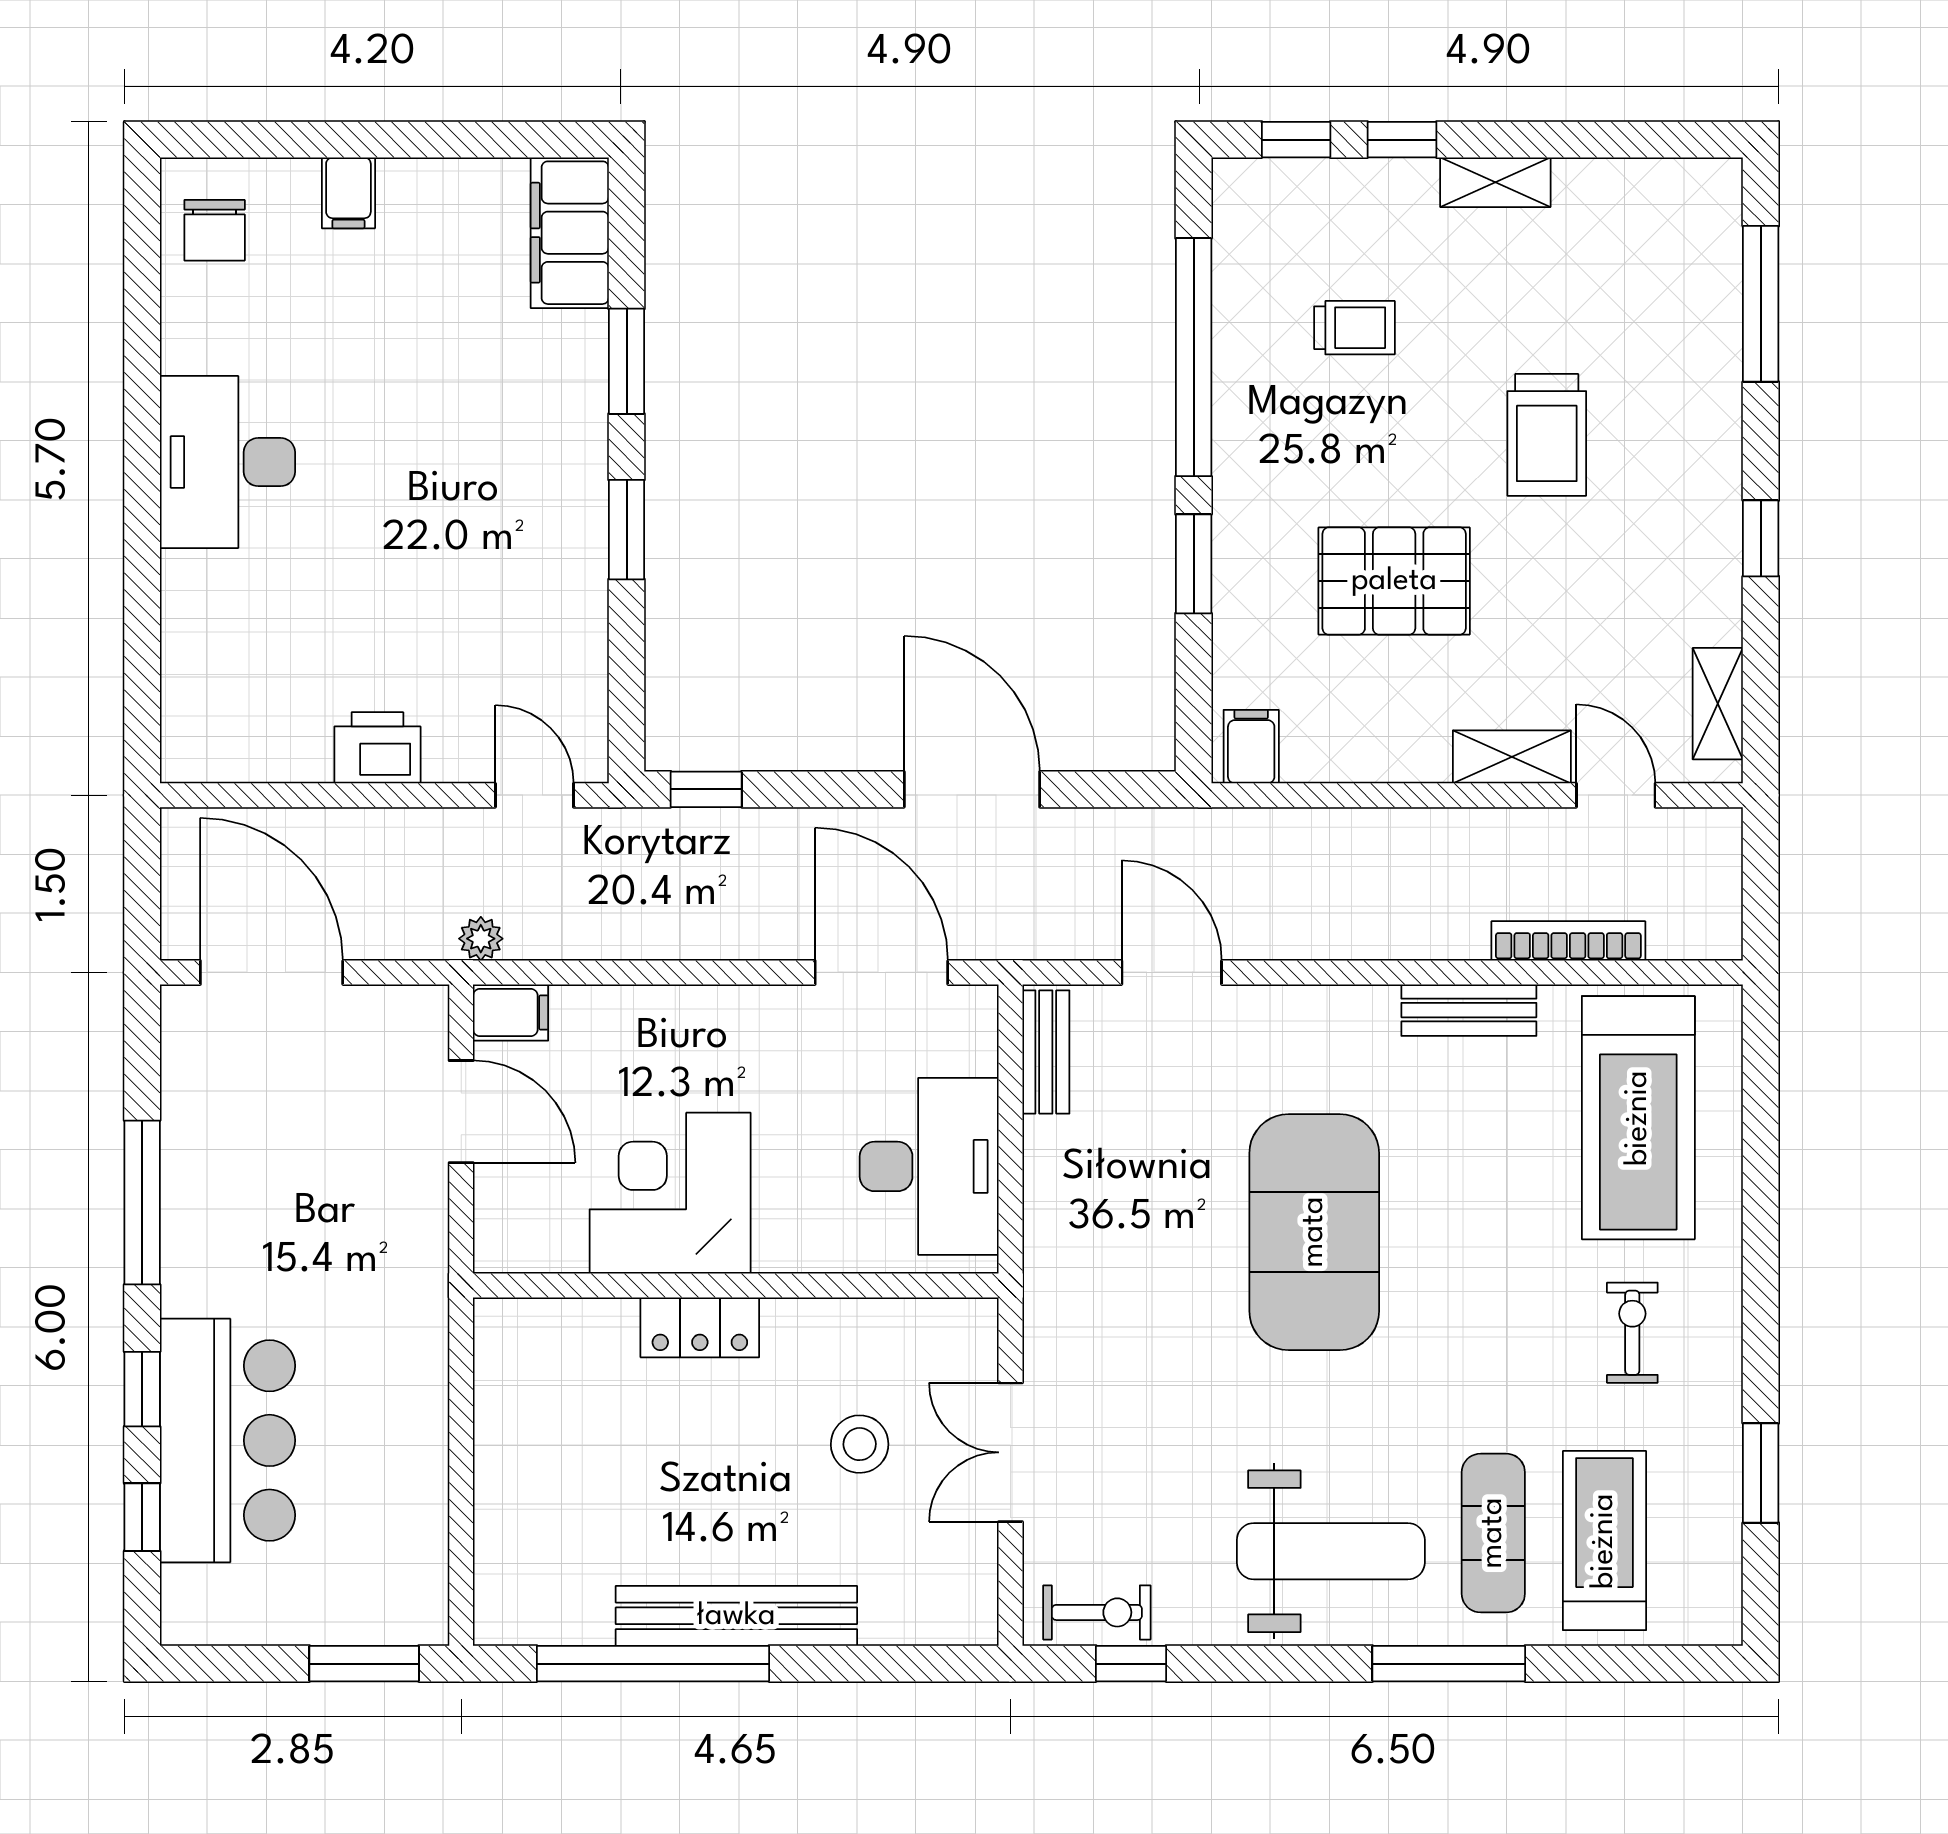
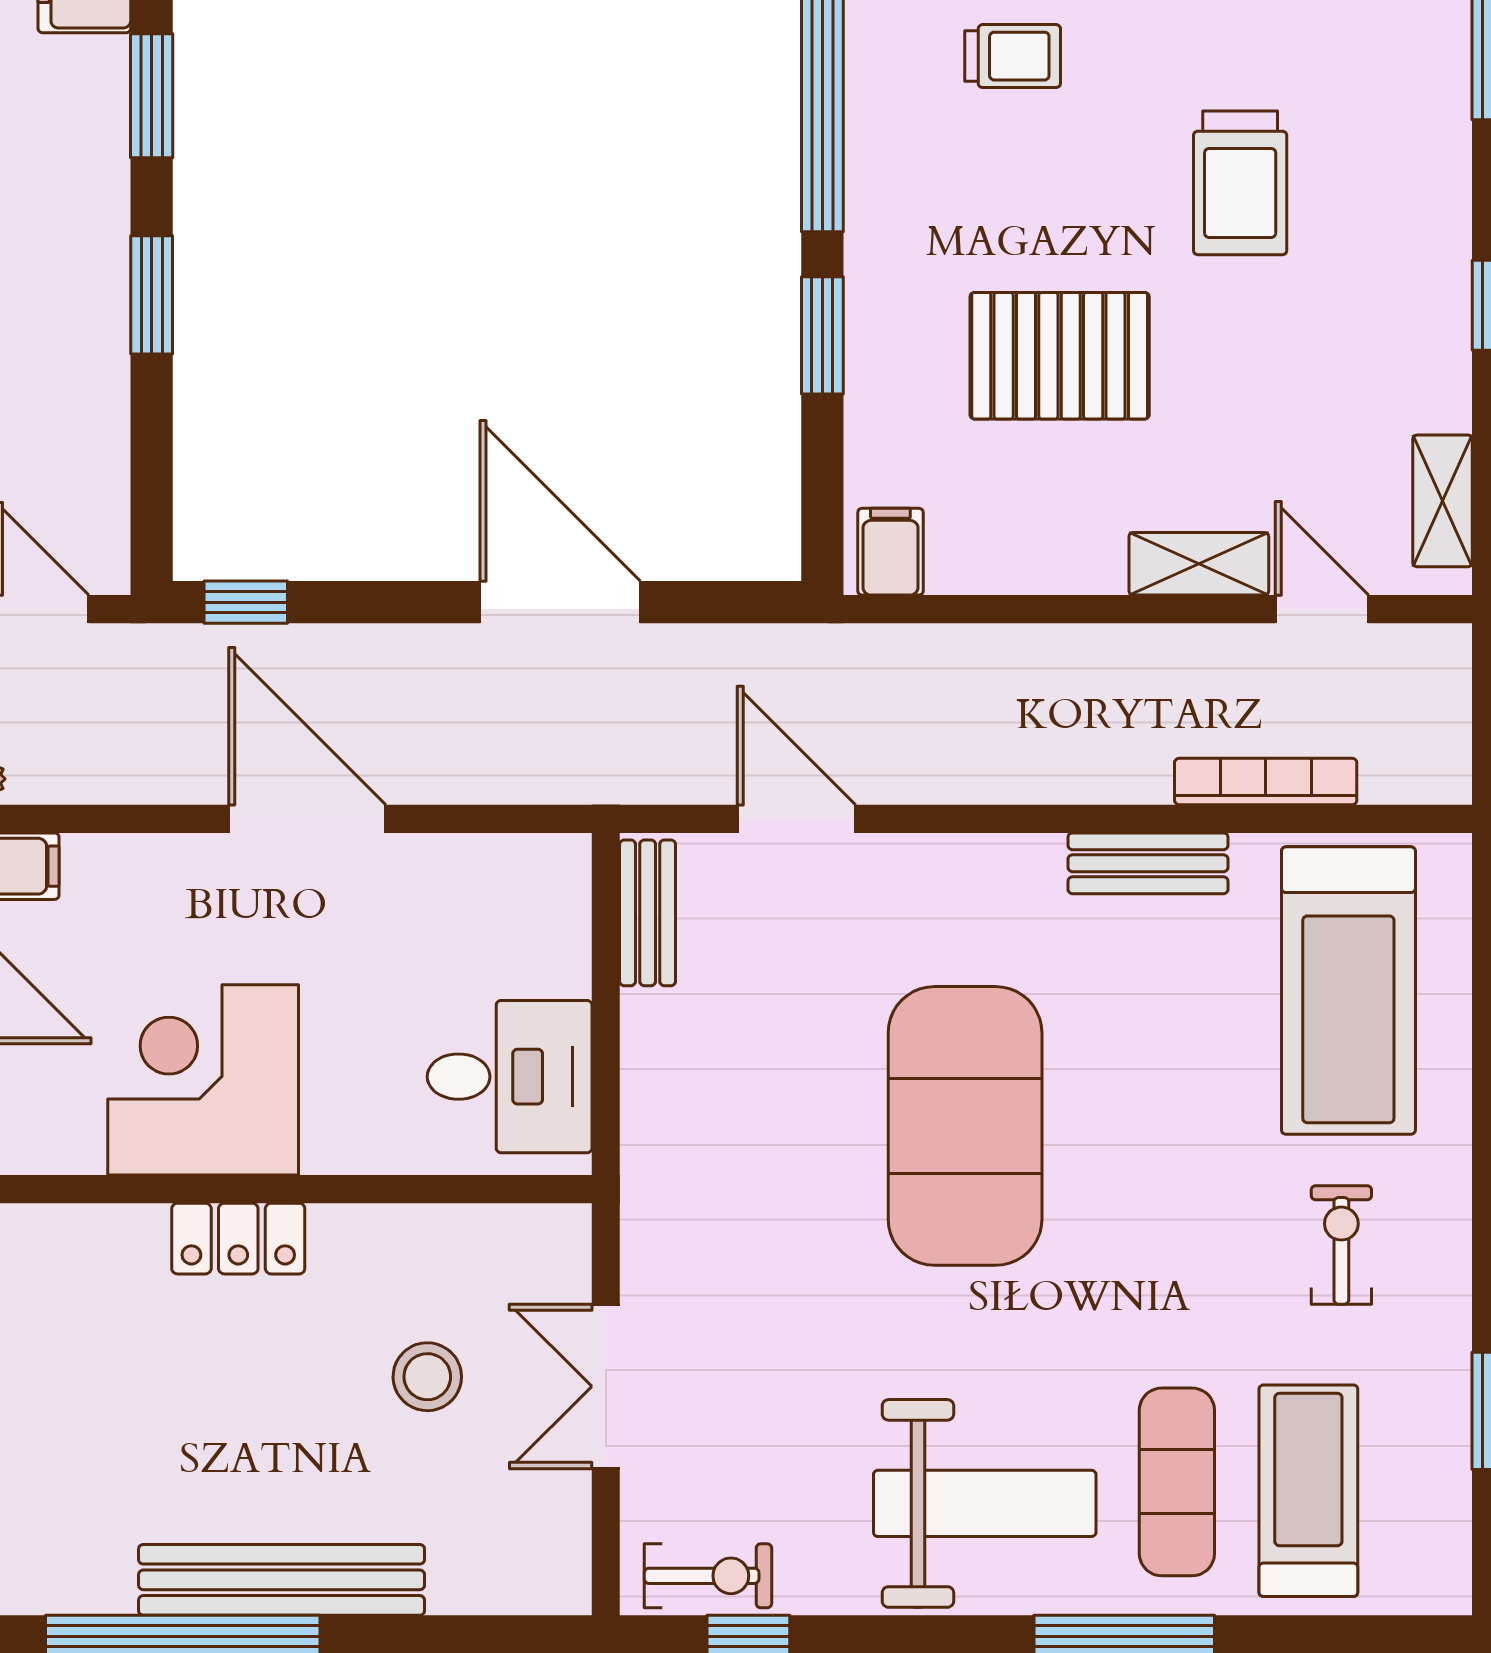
door: (881, 972) -> (307, 819), moved
desk: (929, 1166) -> (510, 1077), width x0.73

